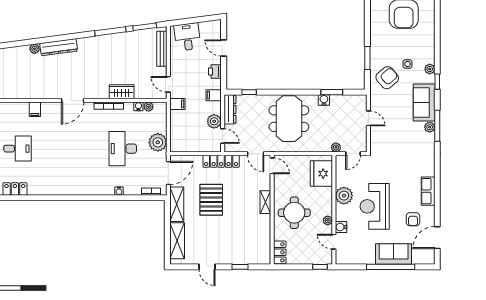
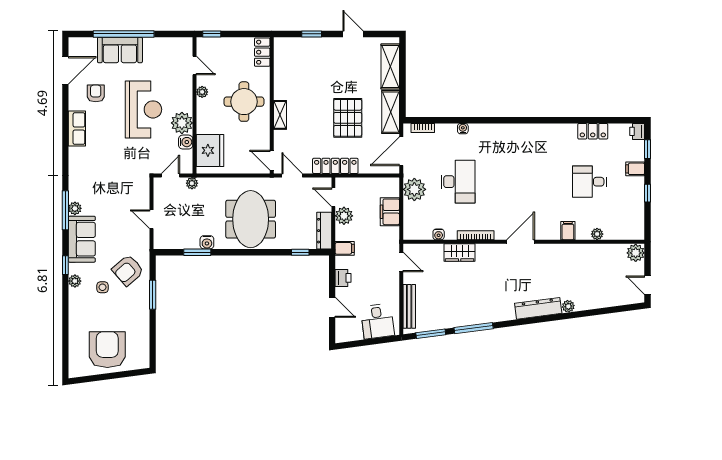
filing cabinet: (177, 104) -> (390, 212), moved, width x2.00
plant: (149, 107) -> (597, 234), moved
water cooler: (341, 227) -> (186, 142), moved

